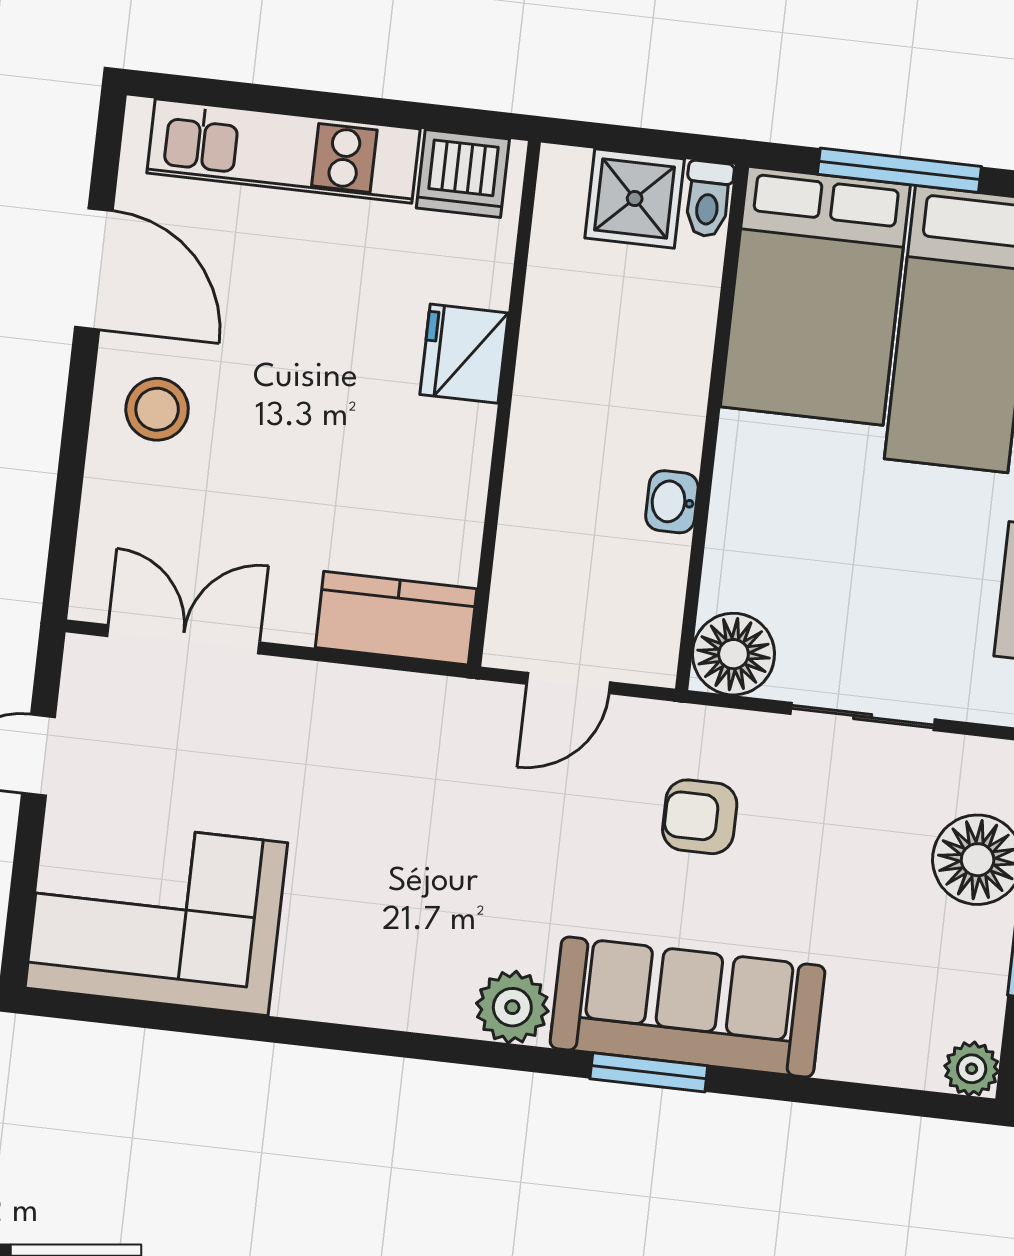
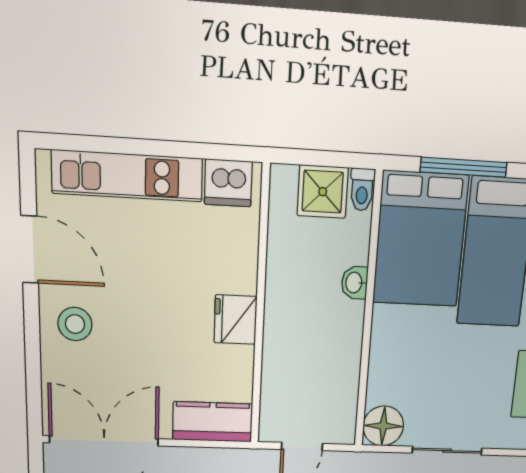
fridge: (464, 354) -> (235, 320), moved
washbasin: (672, 502) -> (355, 283), moved
double door: (183, 639) -> (104, 441), width x1.37

